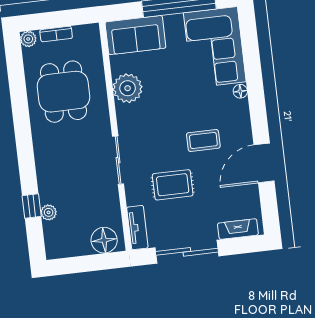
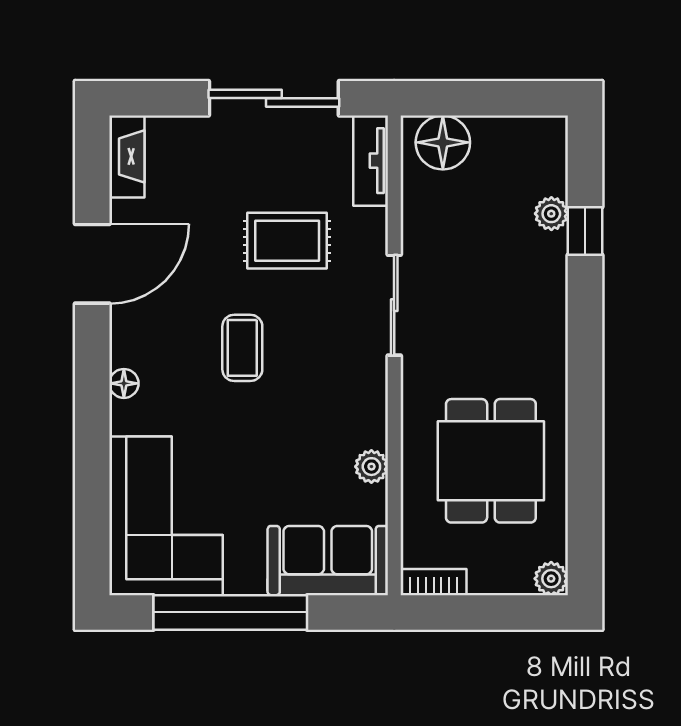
bookcase: (56, 34) -> (434, 582), moved
plant: (128, 88) -> (371, 467), width x0.53, depth x0.53
floor lamp: (240, 91) -> (124, 383), moved
coffee table: (203, 140) -> (242, 348), moved, turned 90
fireplace: (238, 229) -> (127, 156), moved, turned -90

